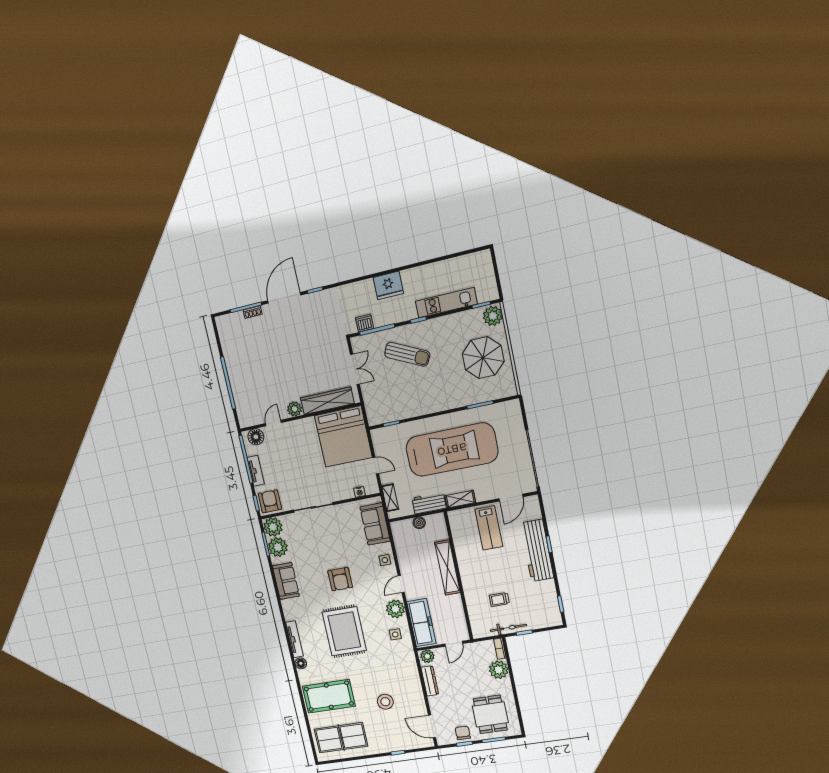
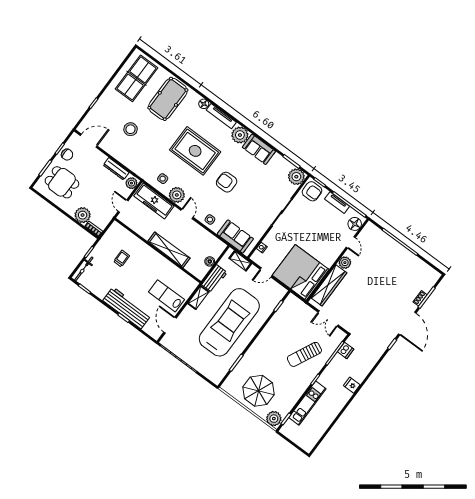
fridge: (388, 285) -> (352, 385), width x0.53, depth x0.75
car: (452, 450) -> (229, 322), turned 180
plant: (278, 547) -> (240, 135), moved
bicycle: (508, 628) -> (84, 269), moved

